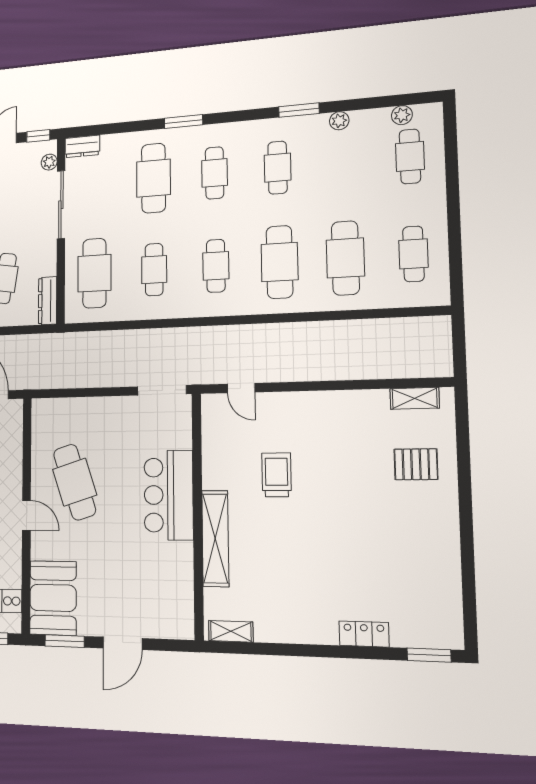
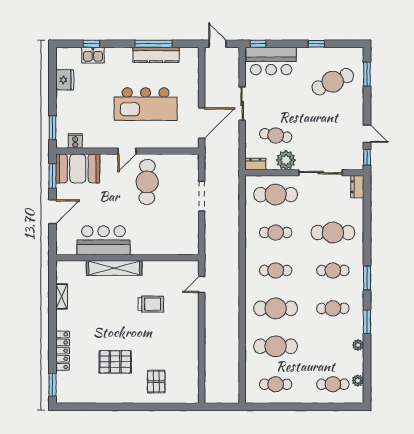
window: (183, 121) -> (367, 278), moved
plant: (49, 162) -> (286, 160), moved, width x1.88, depth x1.88
dresser: (48, 301) -> (255, 164), width x0.70
doorway: (162, 390) -> (202, 196), moved
shelving: (415, 398) -> (193, 382), removed
cafe table: (75, 482) -> (147, 182), turned -71
bar counter: (169, 495) -> (103, 240), moved
pallet: (382, 538) -> (115, 362), added
shelving: (231, 631) -> (62, 296), moved
locker: (364, 634) -> (63, 351), width x1.53
door: (123, 643) -> (53, 212), swing flipped

